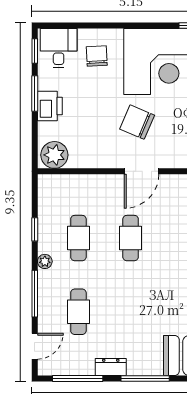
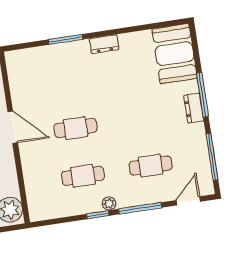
window: (35, 229) -> (98, 215), moved
door: (35, 346) -> (188, 201), hinge flipped
dresser: (111, 367) -> (194, 108), moved

